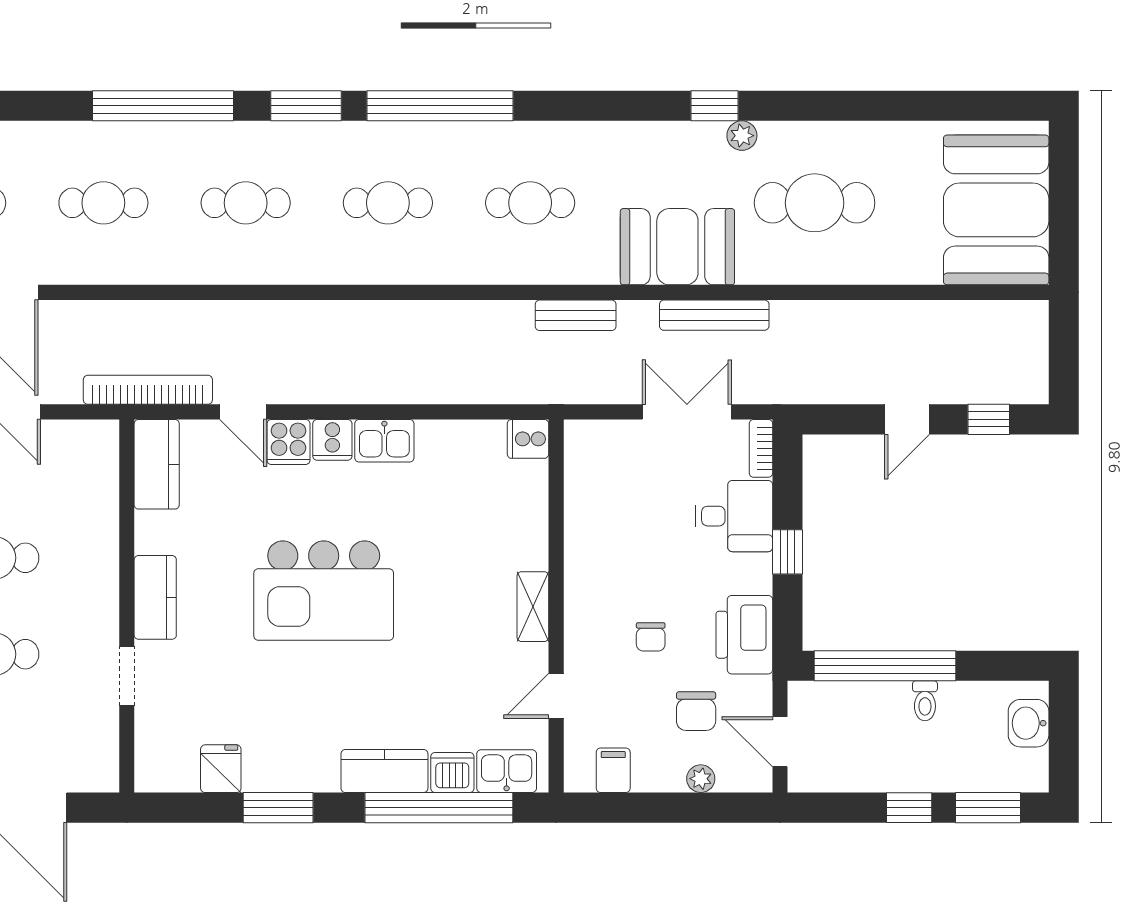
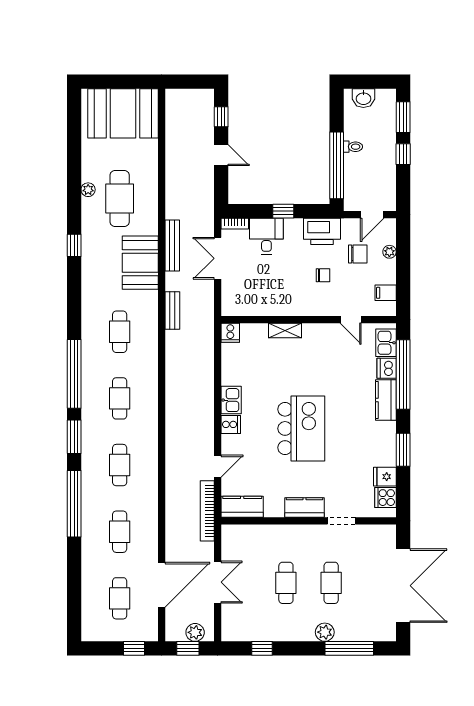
plant: (742, 136) -> (88, 190), moved
cooker: (288, 442) -> (385, 498), moved, turned 180
shelving: (533, 607) -> (285, 330), moved

